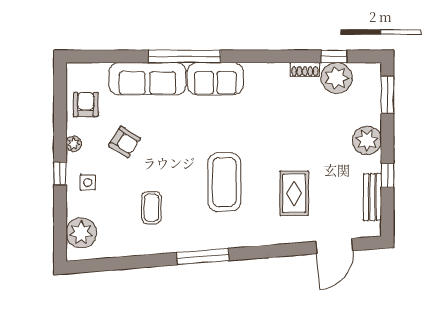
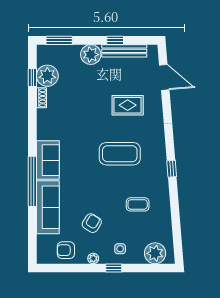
bench: (372, 197) -> (124, 51), width x1.36
window: (203, 257) -> (172, 169), width x0.46

